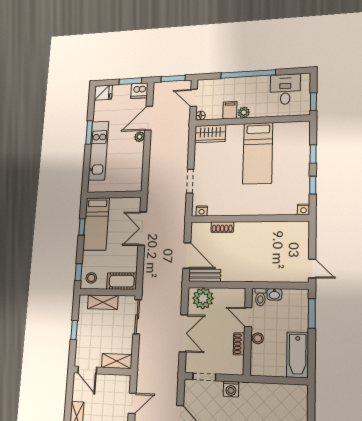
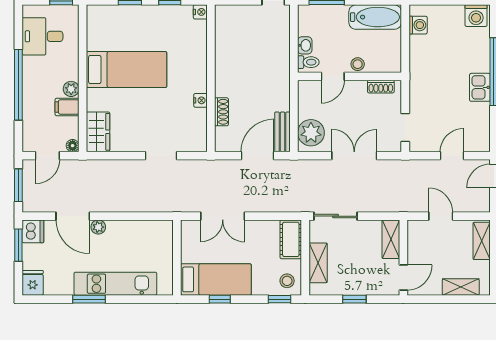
nightstand: (202, 211) -> (200, 100), moved
shoe rack: (239, 344) -> (381, 87), moved
washing machine: (231, 389) -> (418, 25), moved

